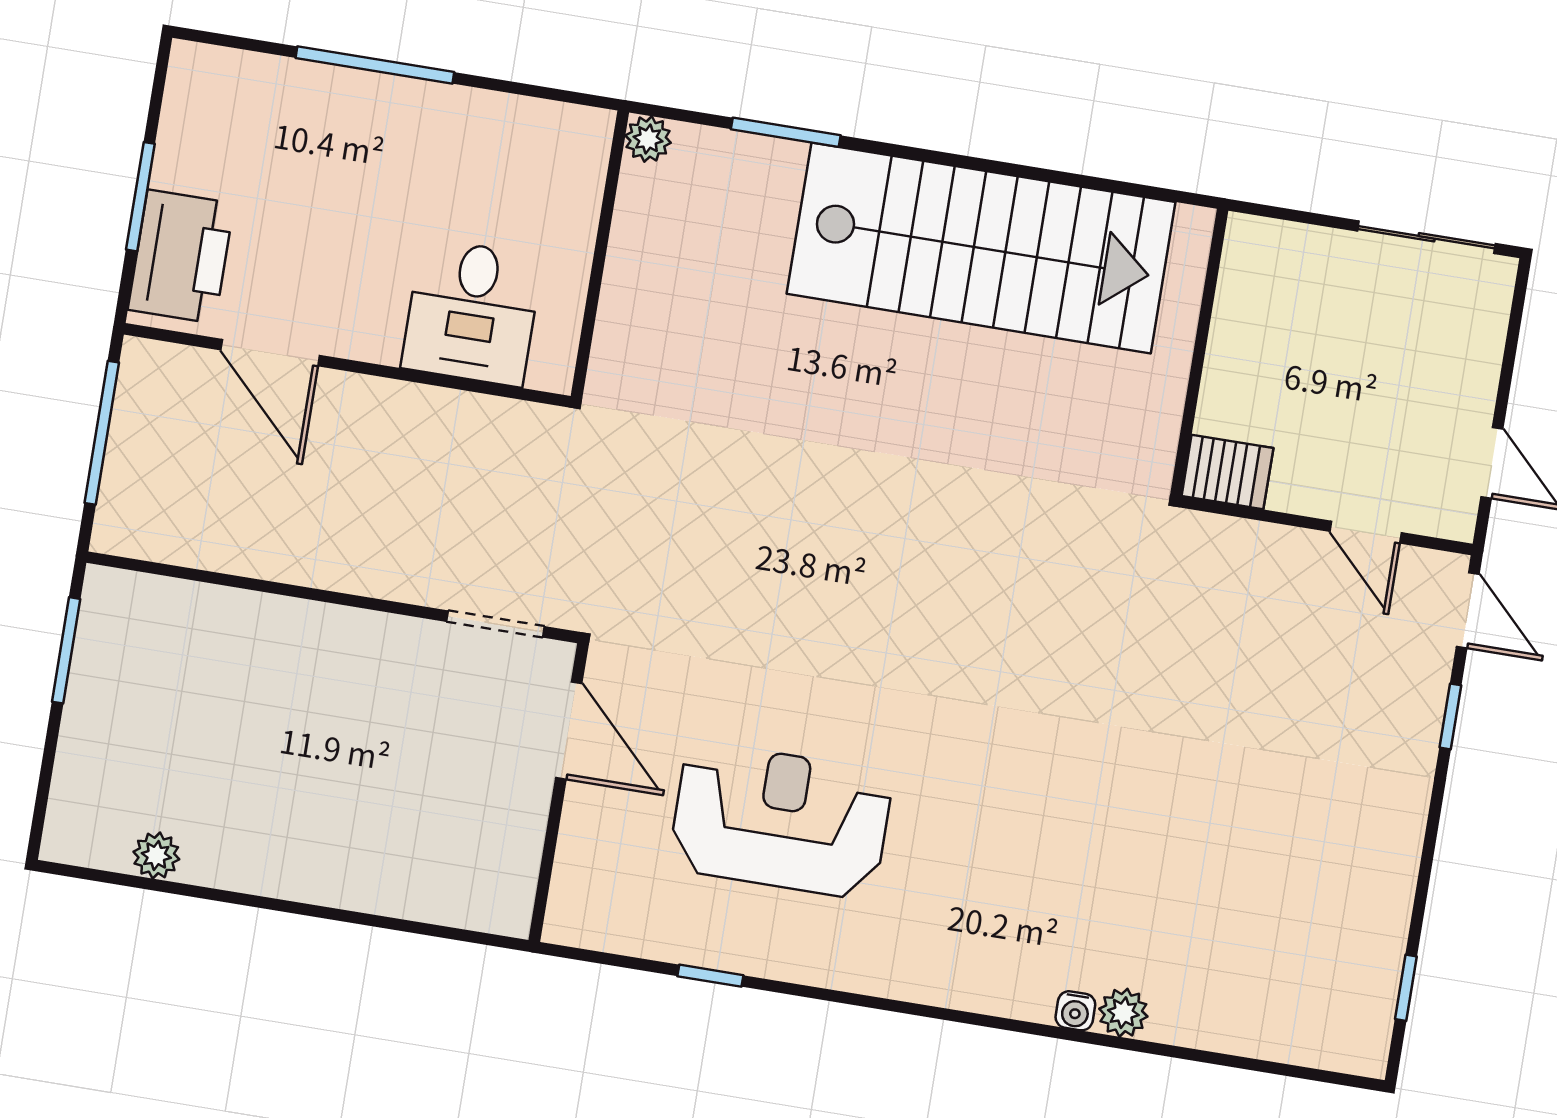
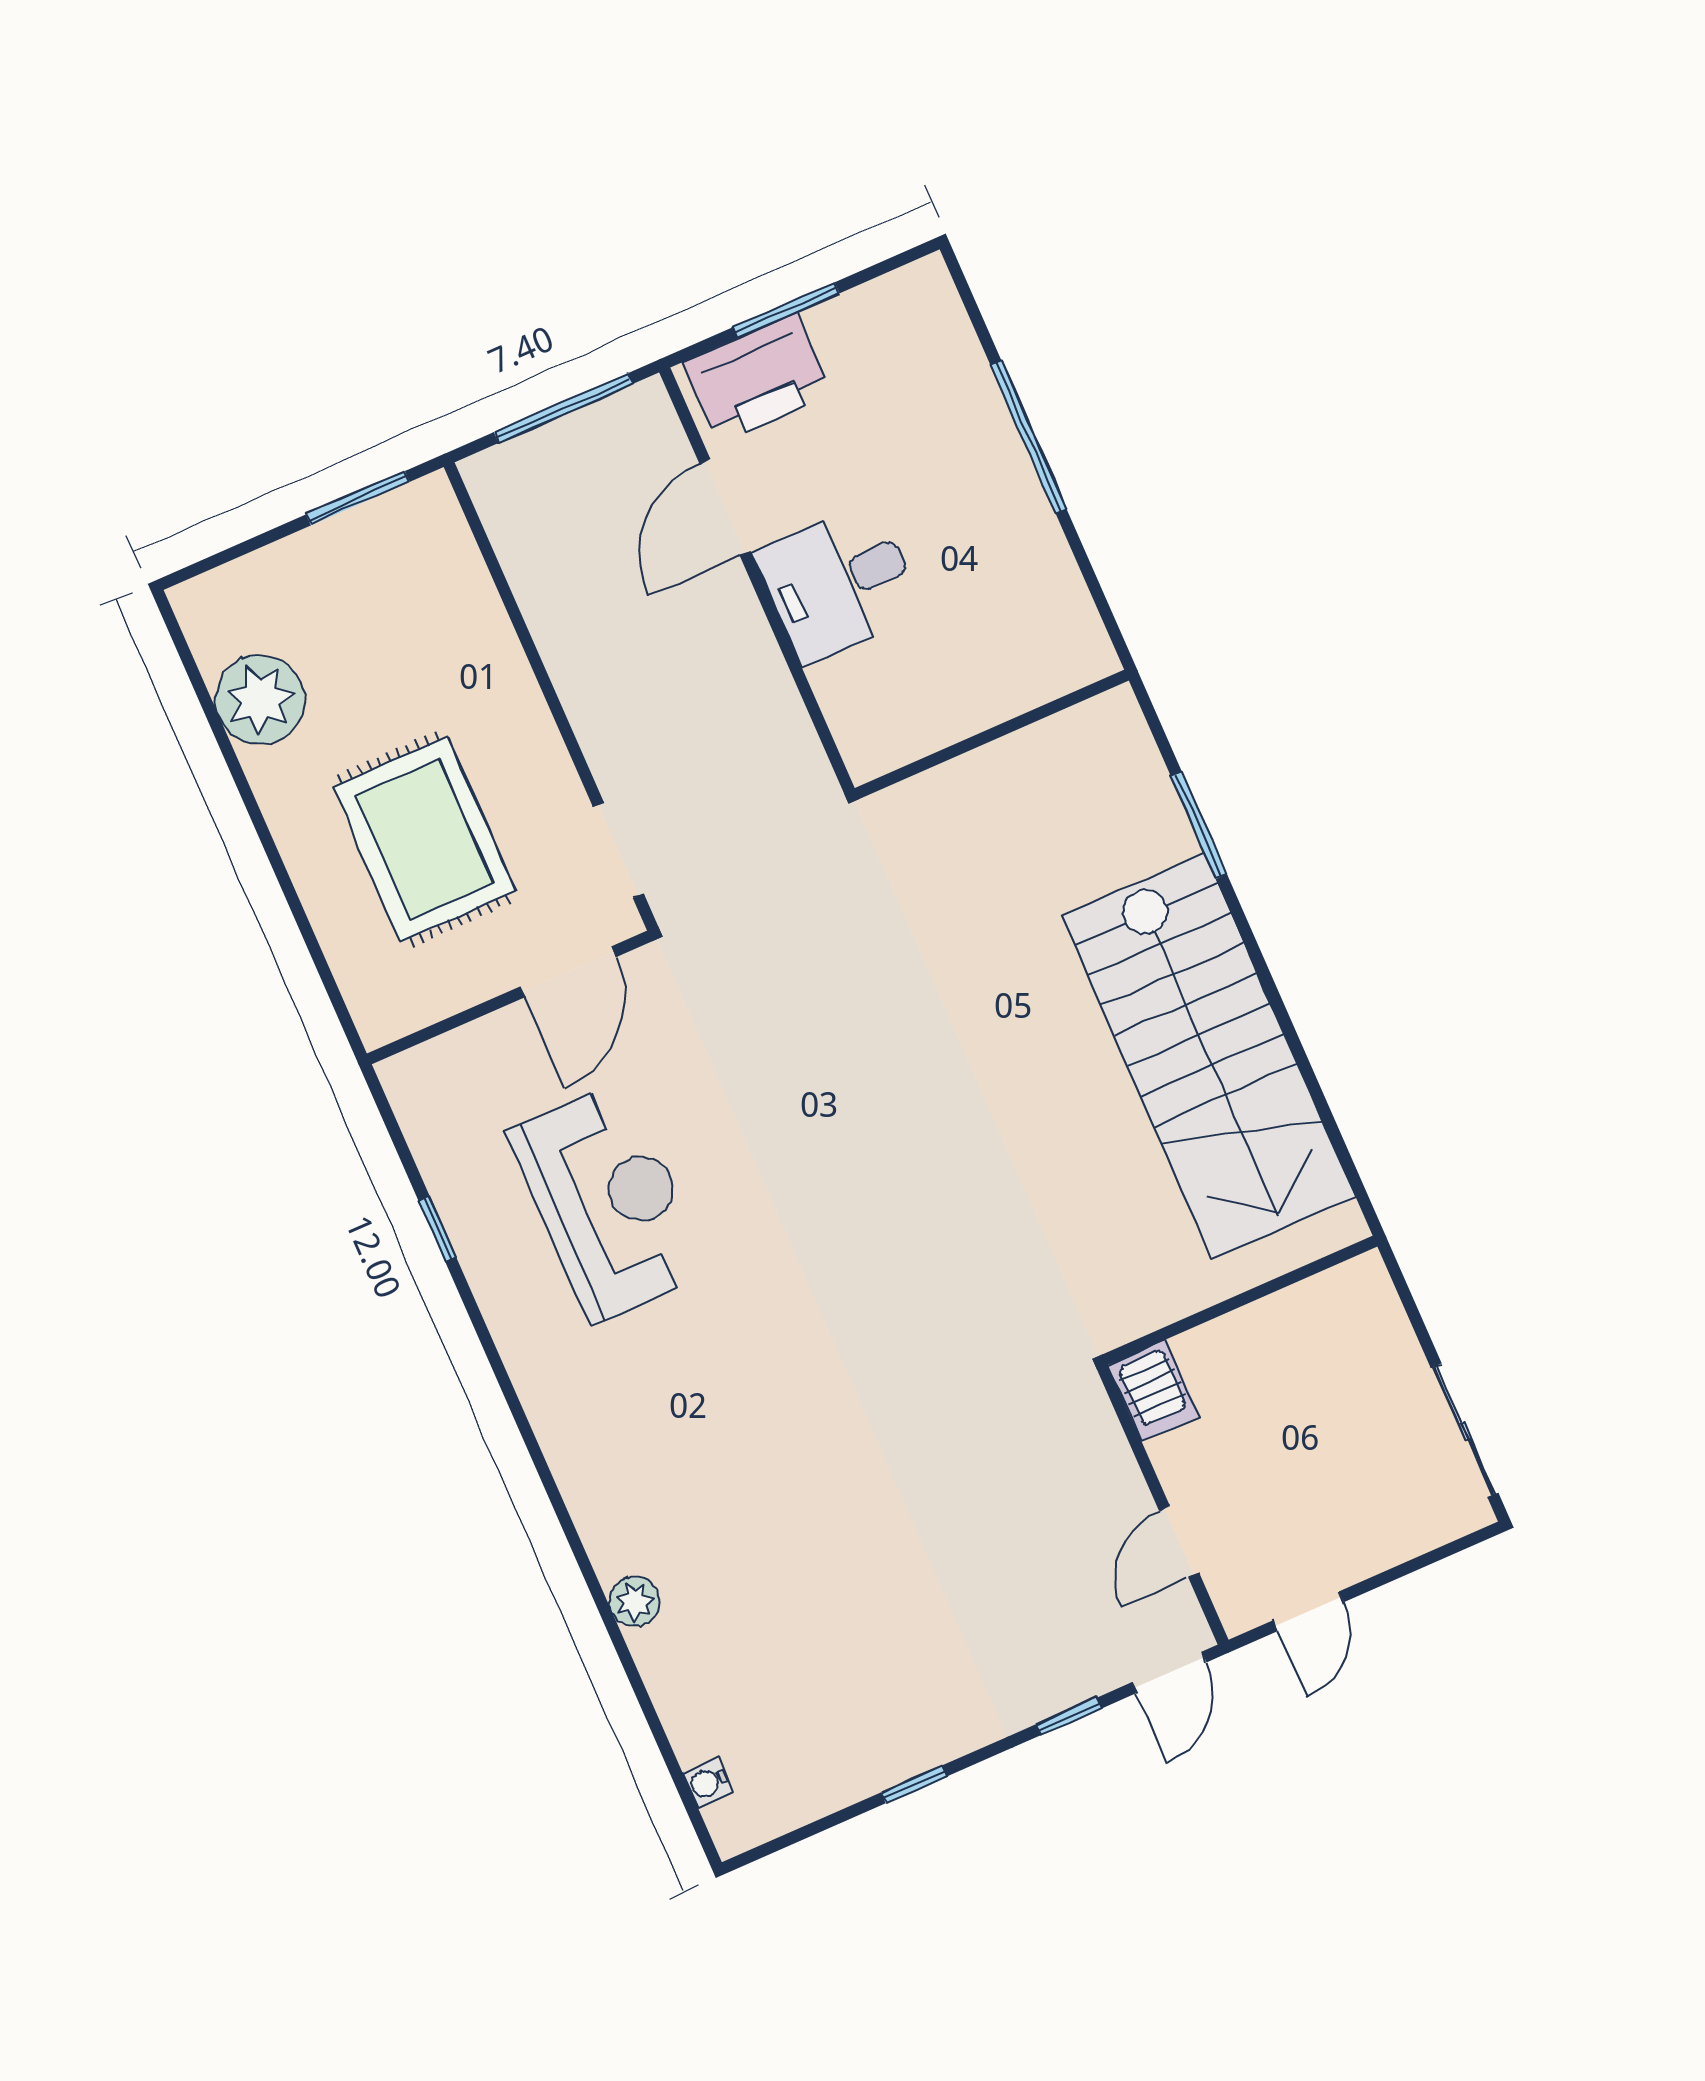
plant: (648, 139) -> (1117, 712), removed
desk: (472, 312) -> (839, 583), moved
rug: (382, 778) -> (424, 839), added
plant: (156, 855) -> (260, 700), width x1.87, depth x1.87
window: (1406, 988) -> (914, 1784), moved
water cooler: (1075, 1011) -> (708, 1783), moved

